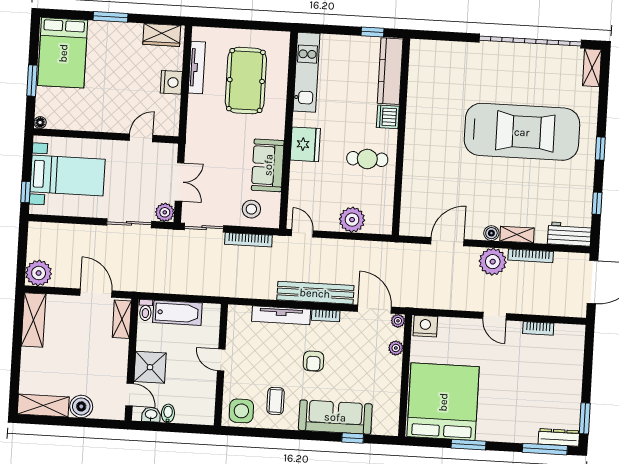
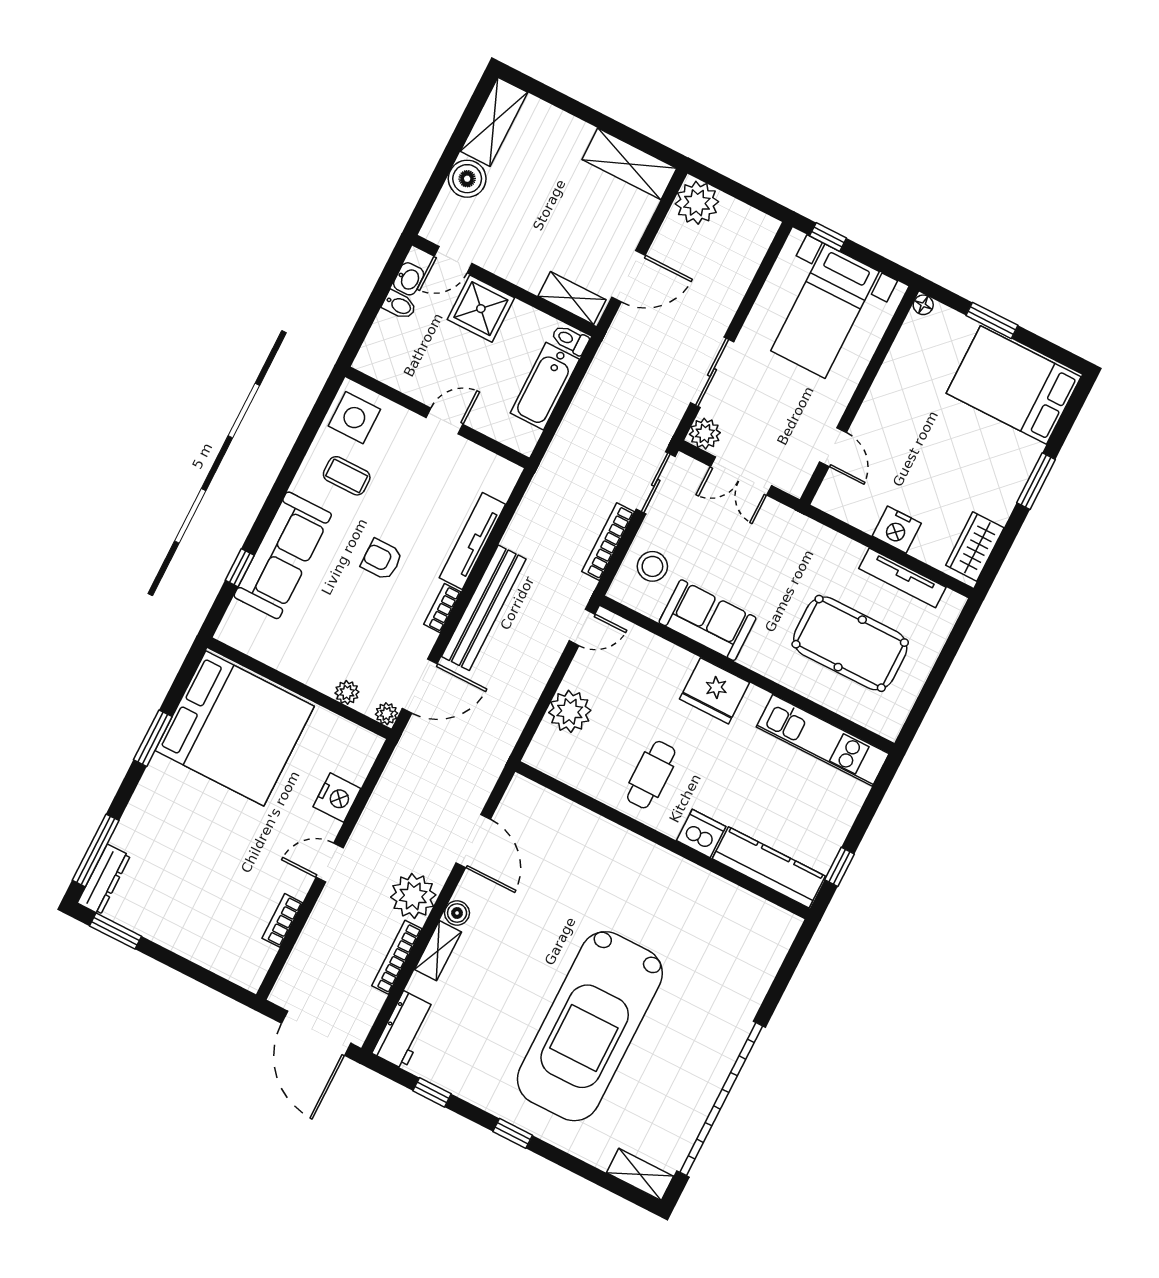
nightstand: (425, 326) -> (337, 798), moved

